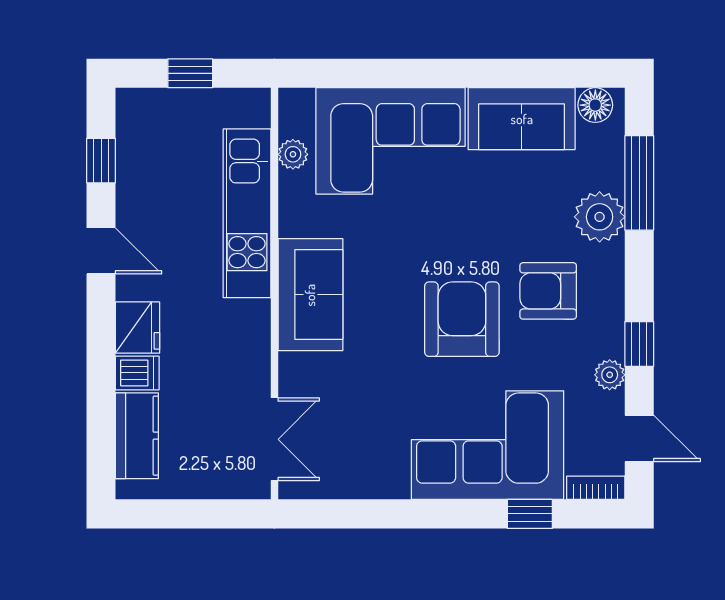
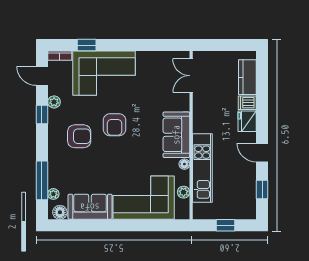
plant: (600, 217) -> (53, 194), moved, width x0.53, depth x0.53
floor lamp: (291, 223) -> (184, 164), added
armchair: (462, 319) -> (114, 125), width x0.73, depth x0.73

